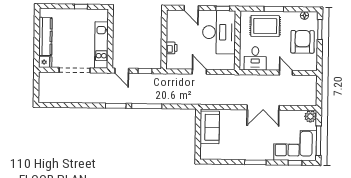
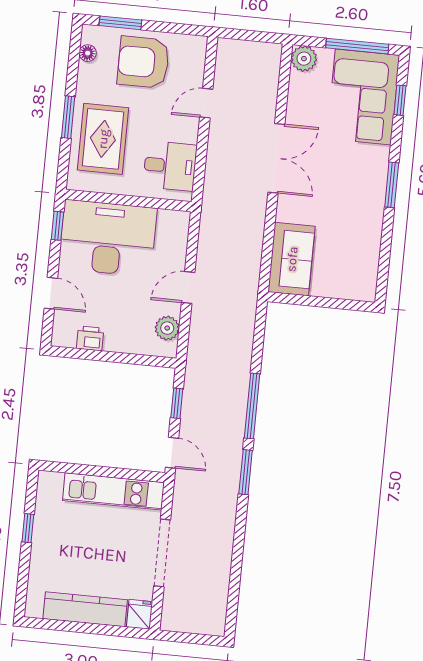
door: (191, 8) -> (51, 293), hinge flipped
printer: (171, 48) -> (90, 338), moved
plant: (180, 63) -> (167, 328), added
door: (122, 71) -> (172, 453), hinge flipped
sofa: (210, 127) -> (292, 259), moved, turned 90

